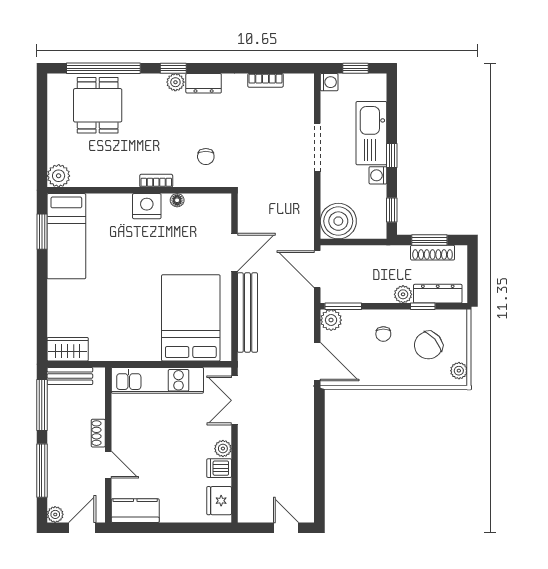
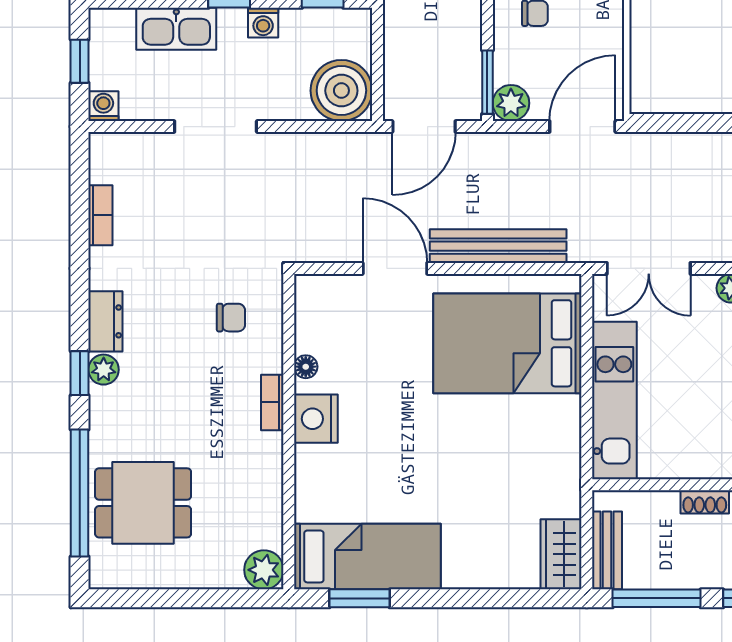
kitchen sink: (371, 133) -> (176, 29), width x0.73, depth x0.81

